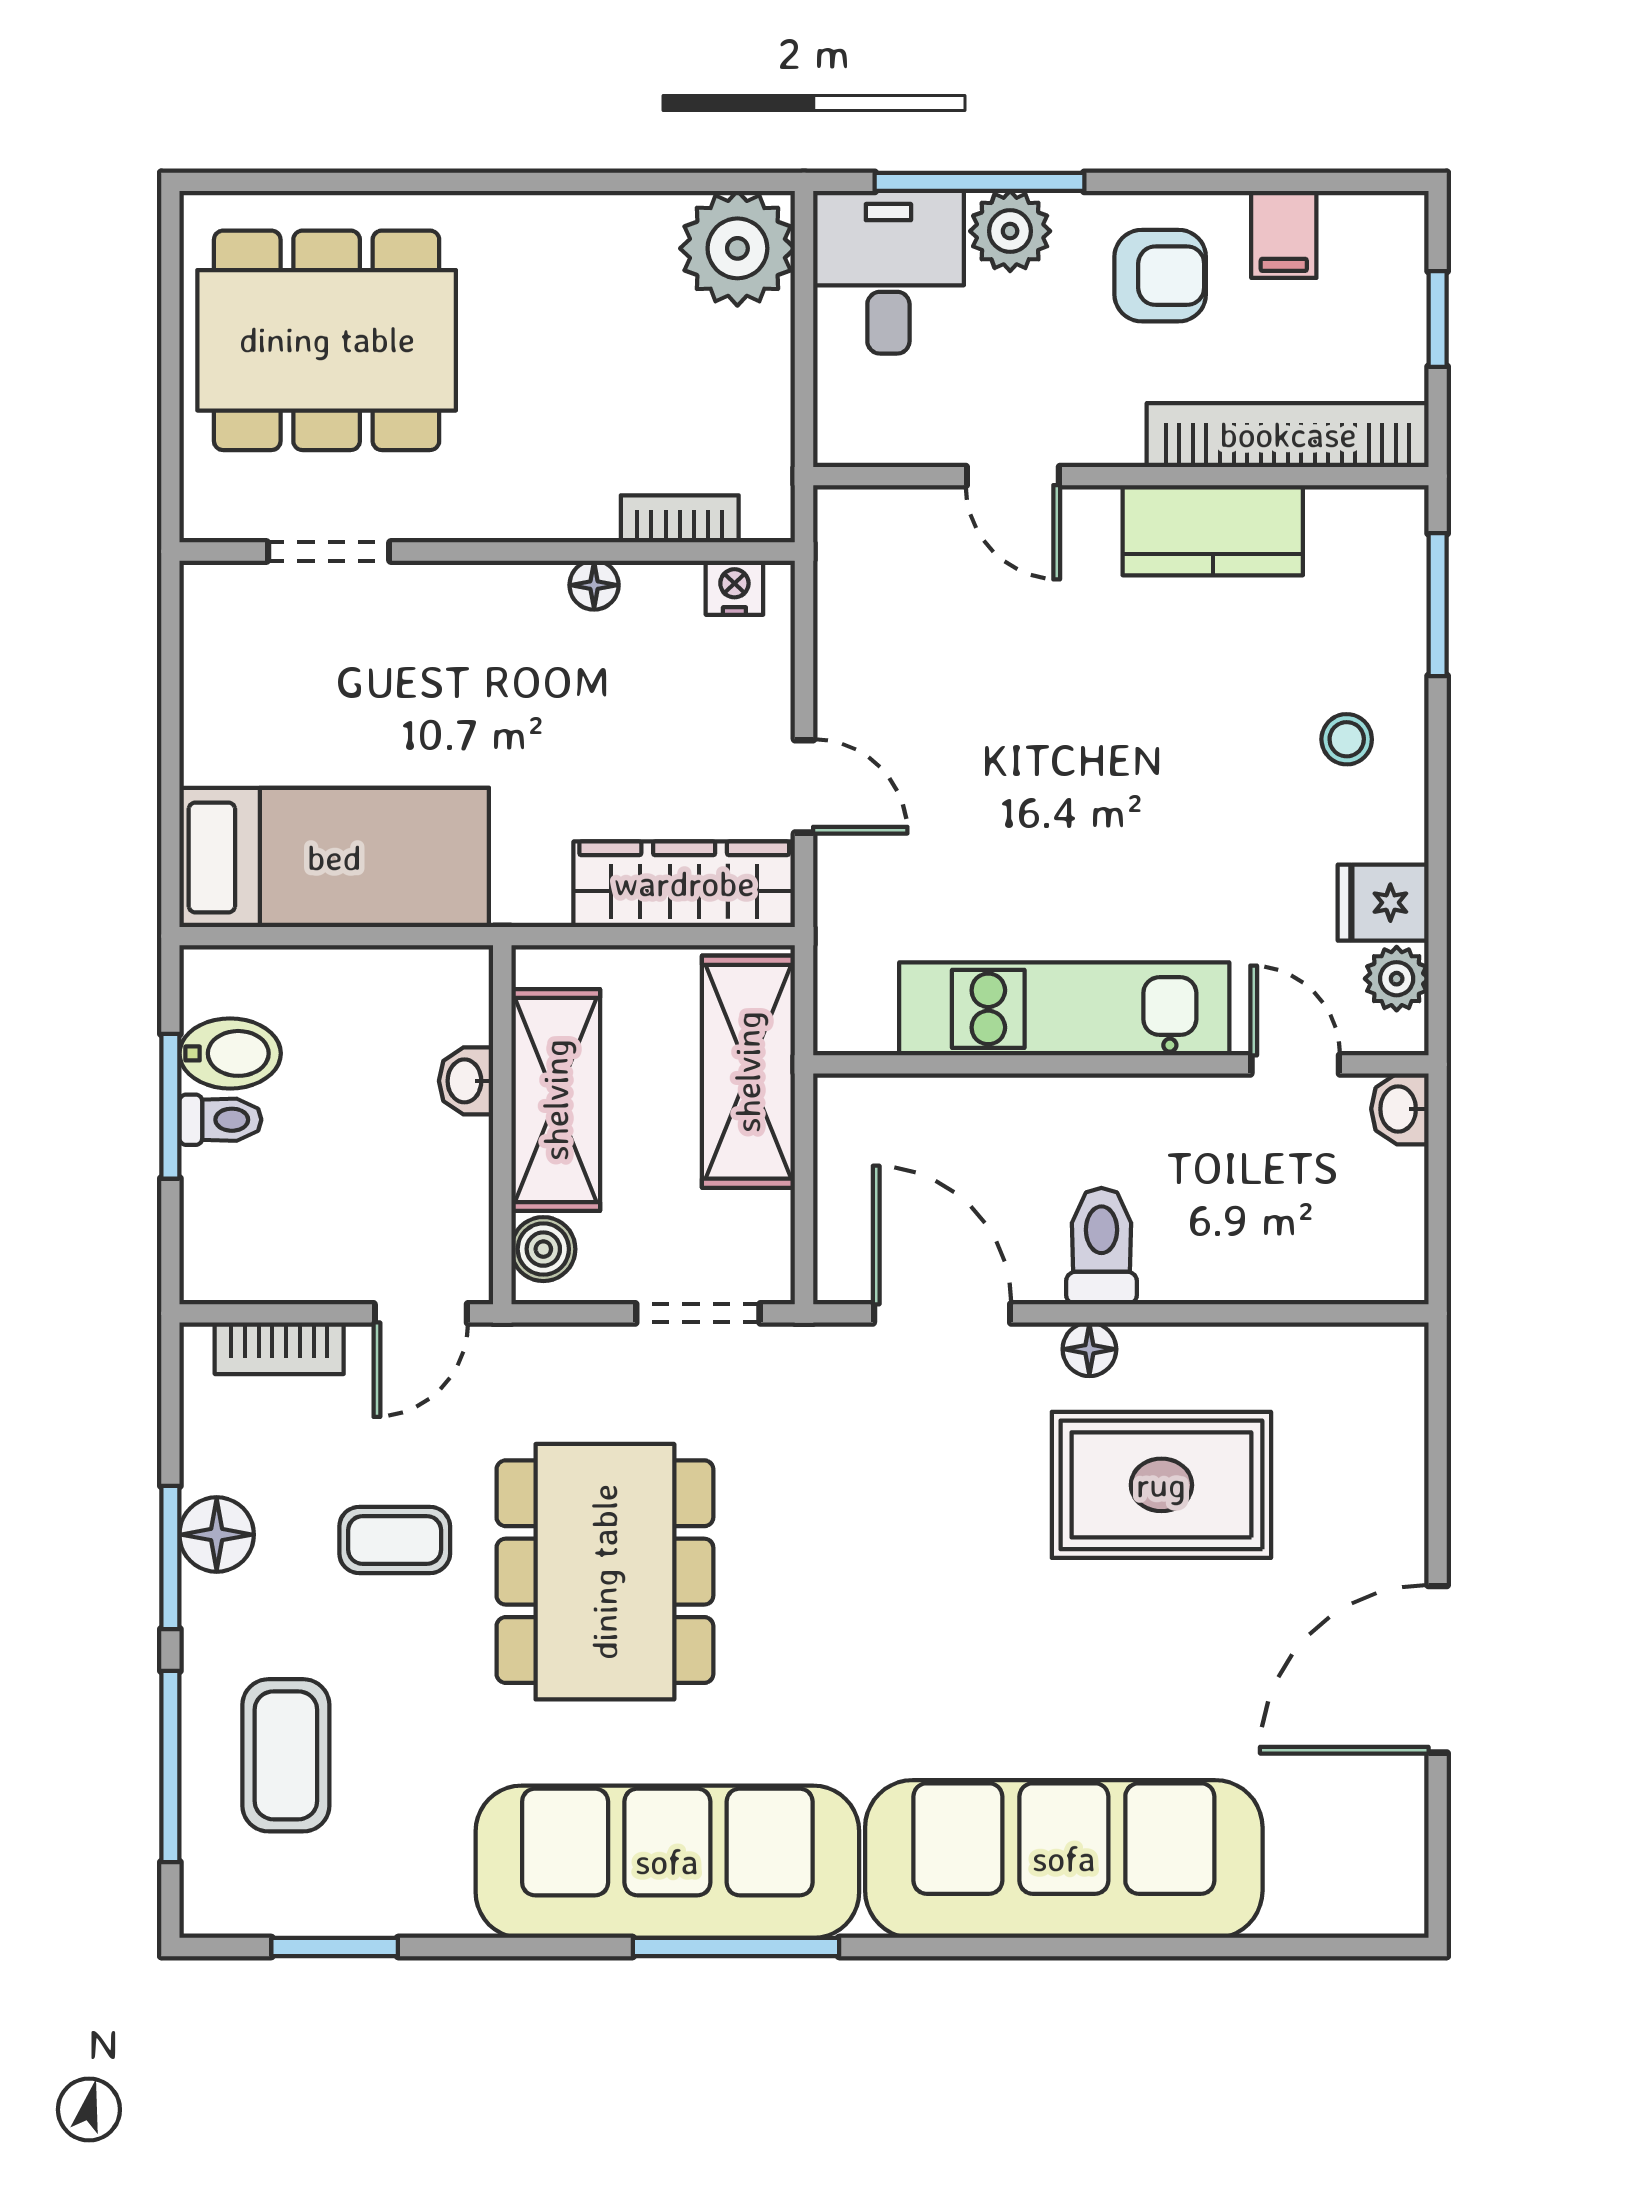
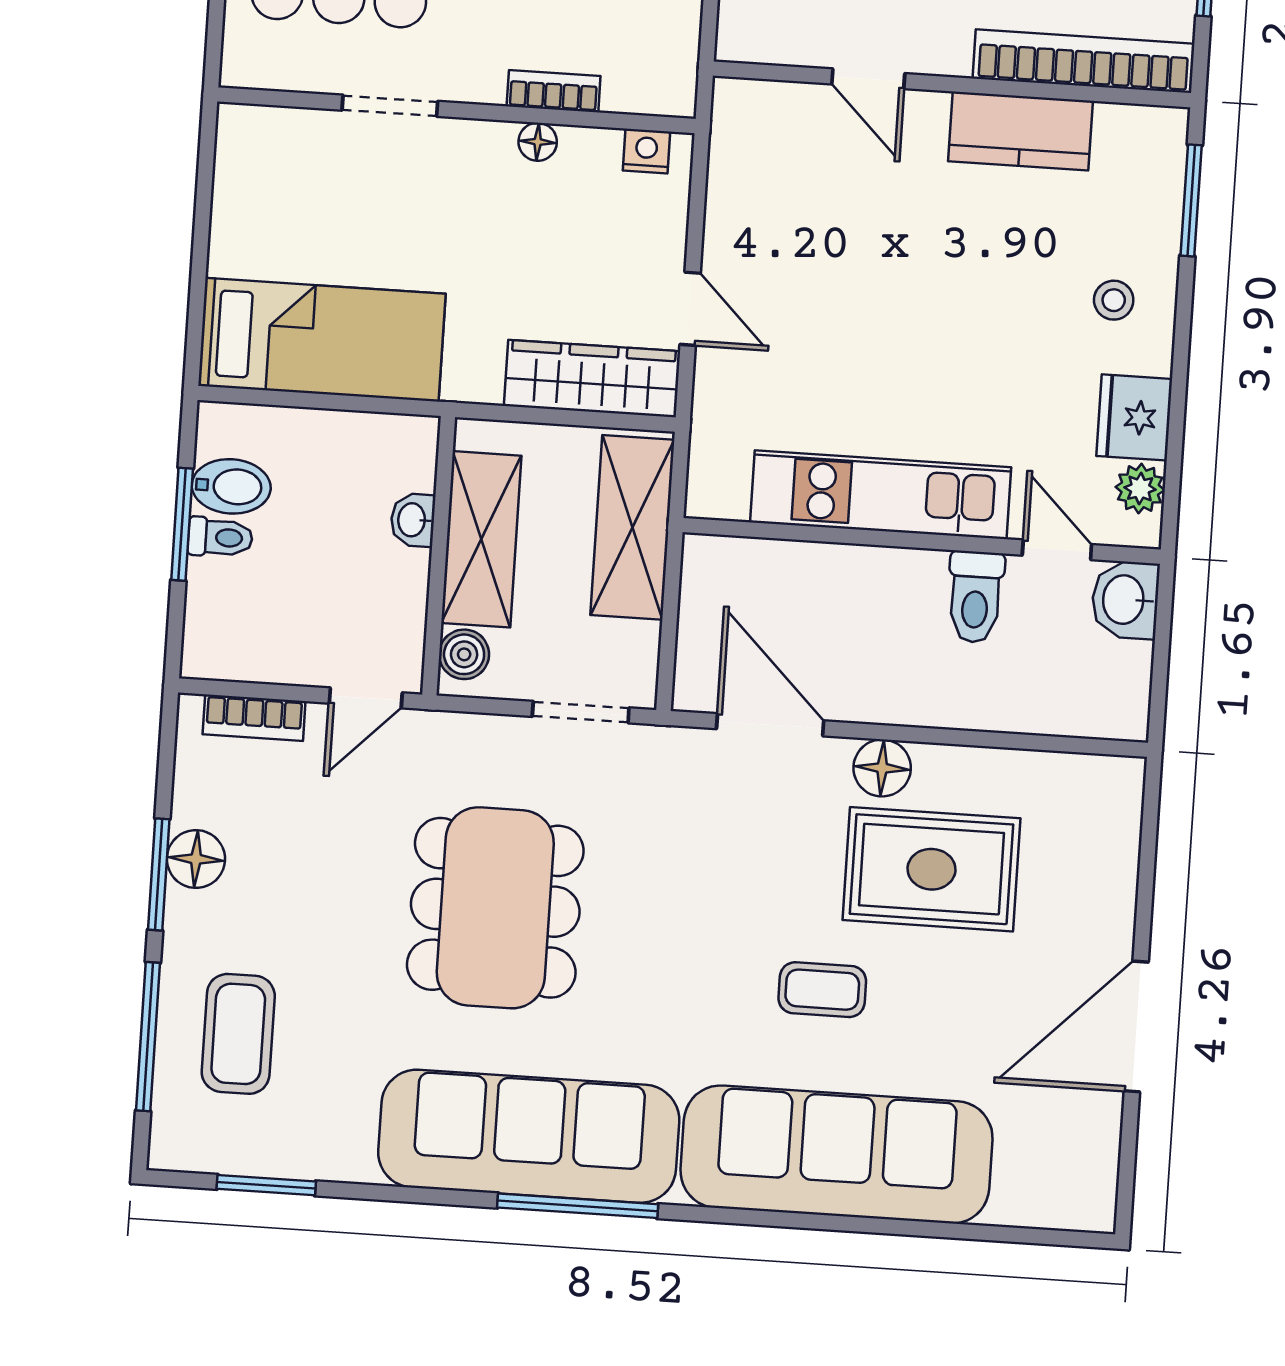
bookcase: (680, 519) -> (554, 91), moved
doorway: (329, 551) -> (390, 106), moved
fridge: (1383, 903) -> (1134, 417), width x1.38
washbasin: (1400, 1109) -> (1125, 600), width x1.38, depth x1.45
toilet: (1101, 1246) -> (975, 597), moved, turned 180
floor lamp: (1089, 1349) -> (882, 768), width x1.37, depth x1.37
coffee table: (395, 1540) -> (822, 990), moved

